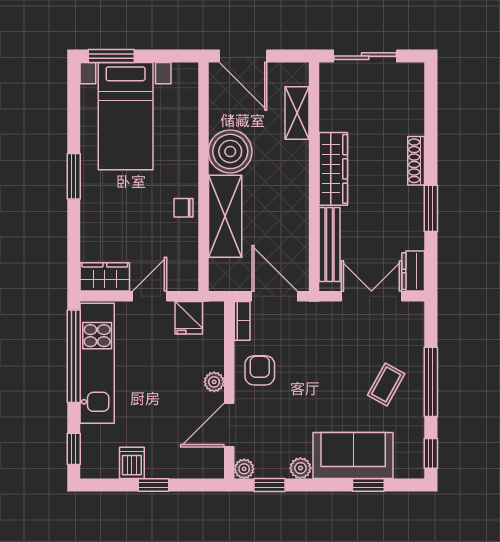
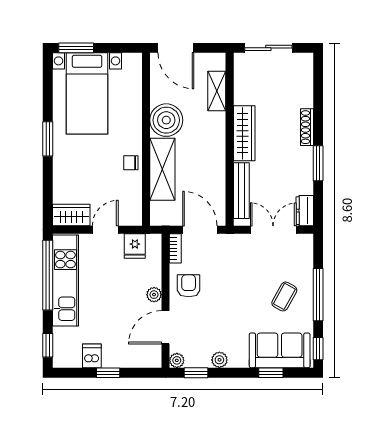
sofa: (353, 456) -> (280, 350), moved

